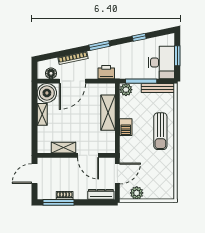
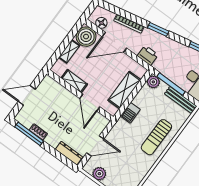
shelving: (63, 148) -> (74, 81), moved
wall: (76, 155) -> (80, 95), moved
door: (88, 155) -> (90, 103), moved

